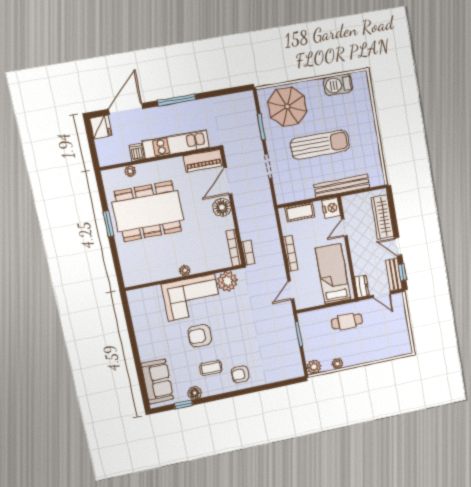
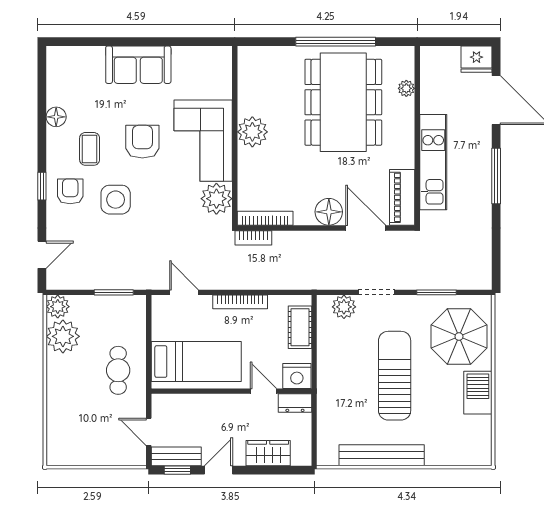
barbecue: (338, 85) -> (478, 393), moved
sun lounger: (320, 145) -> (395, 376), turned 180
dishwasher: (137, 152) -> (432, 103), removed
plant: (282, 186) -> (344, 307), added
bench: (342, 186) -> (382, 455), moved, turned 90
wardrobe: (382, 217) -> (268, 453), width x0.67
window: (108, 224) -> (336, 42), width x2.11
plant: (185, 271) -> (252, 132), width x1.88, depth x1.88
dresser: (362, 286) -> (295, 403), moved
door: (382, 295) -> (149, 432), hinge flipped
side table: (240, 345) -> (116, 200), added
plant: (338, 364) -> (63, 336), width x1.88, depth x1.88
sofa: (157, 381) -> (138, 65), moved
door: (283, 383) -> (42, 255), added
window: (183, 404) -> (42, 186), moved

